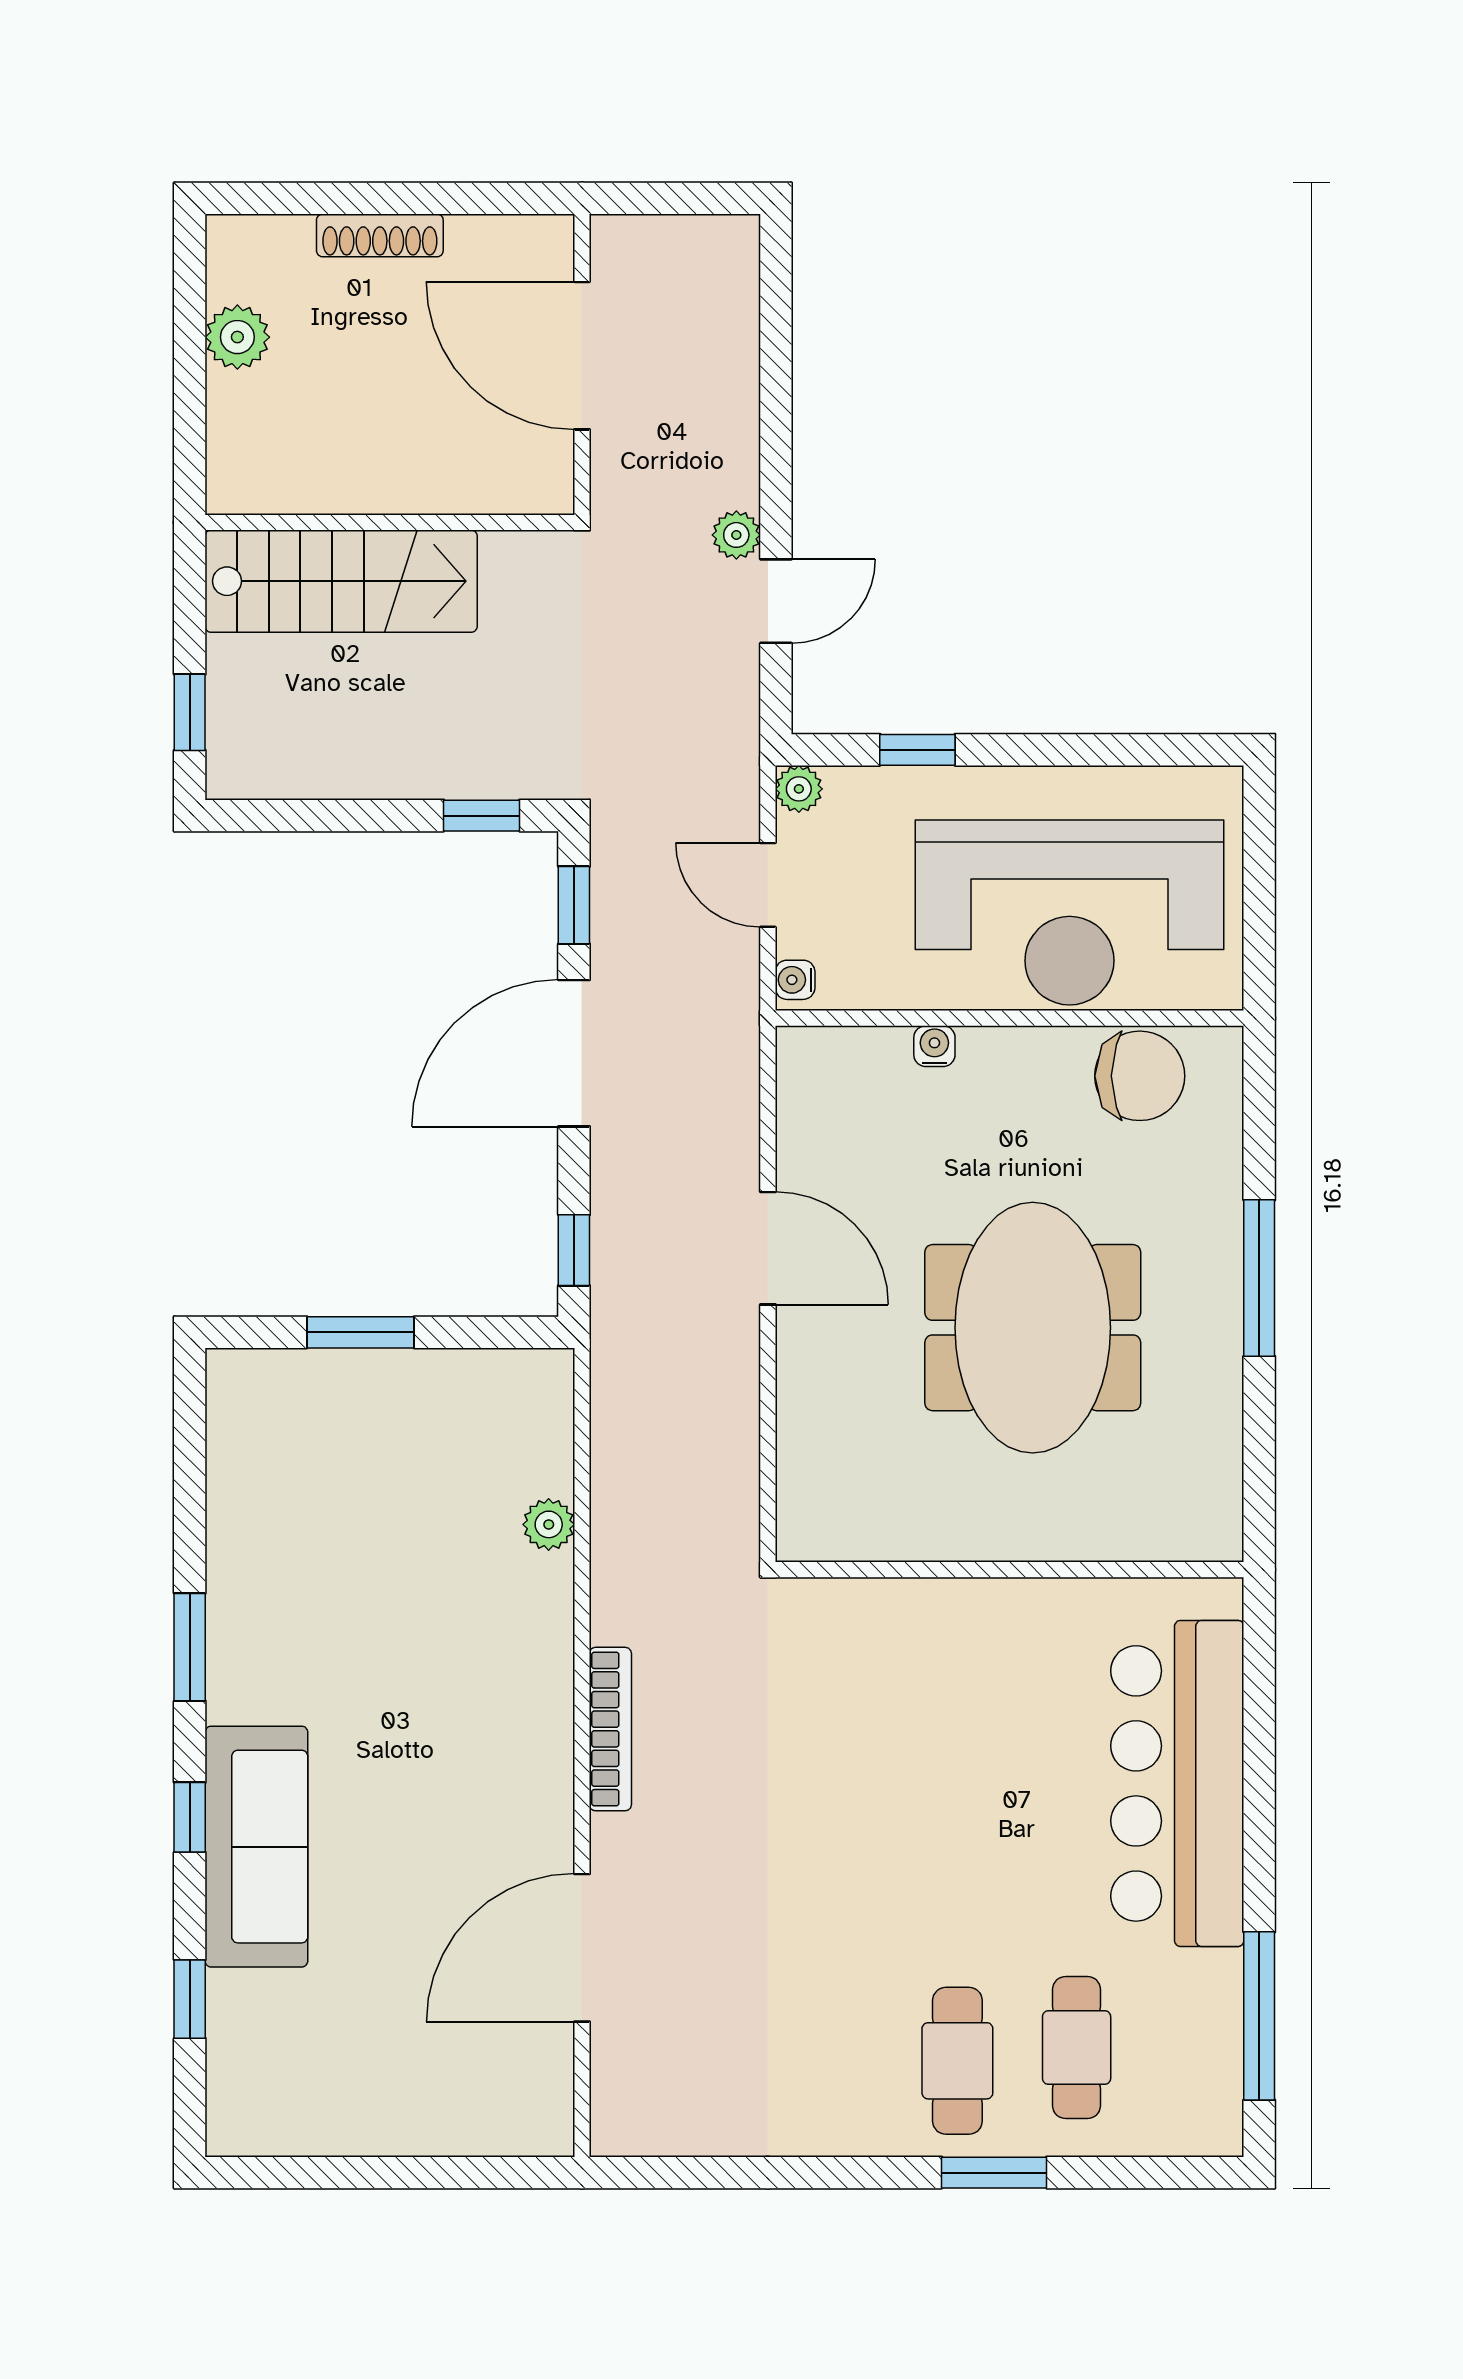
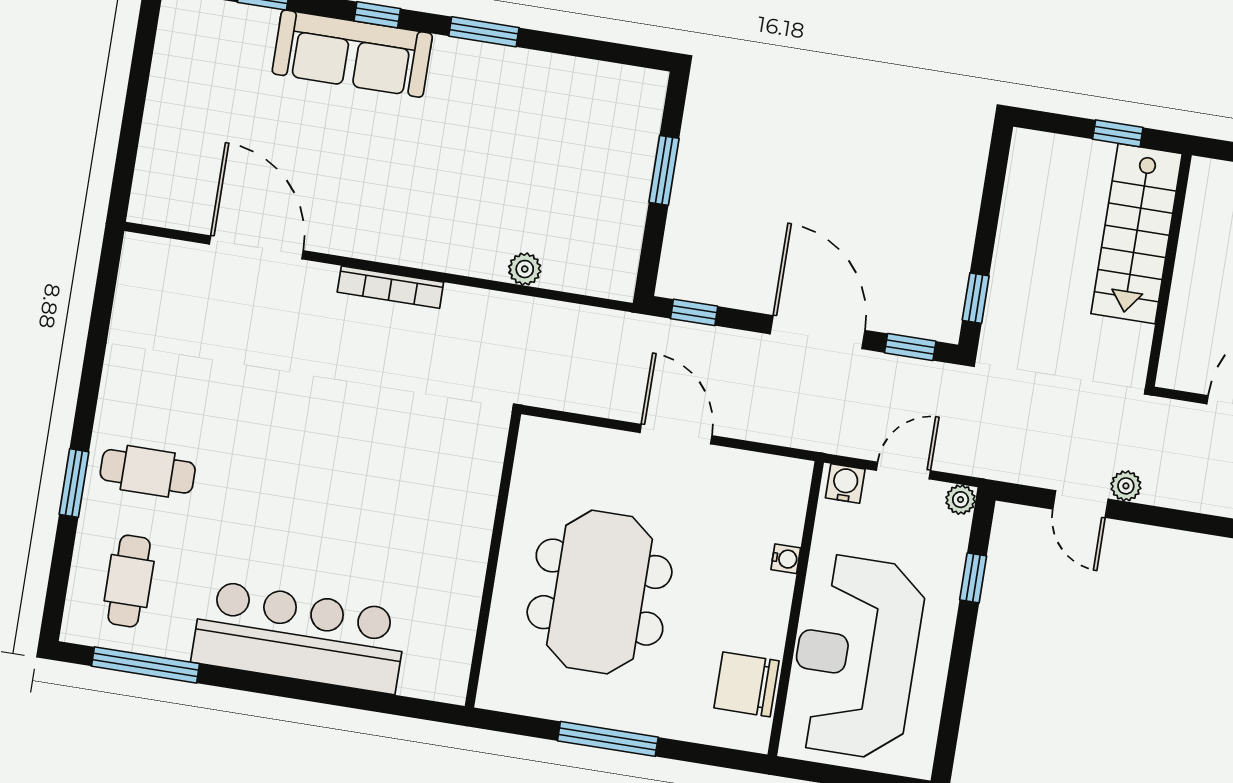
window: (190, 712) -> (1118, 133), moved
water cooler: (795, 980) -> (845, 484), width x1.38, depth x1.38
chair: (1140, 1076) -> (747, 684), turned 90
door: (768, 1248) -> (676, 434), swing flipped
meeting table: (1033, 1328) -> (600, 592), turned 90
wall: (1010, 1570) -> (493, 560), moved
cafe table: (1077, 2048) -> (129, 581), moved, turned 90

